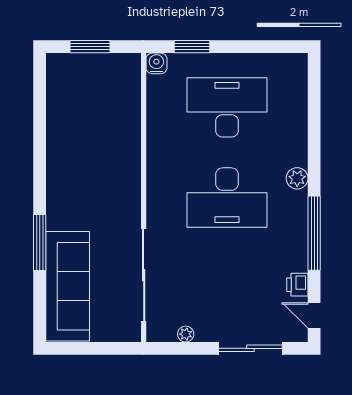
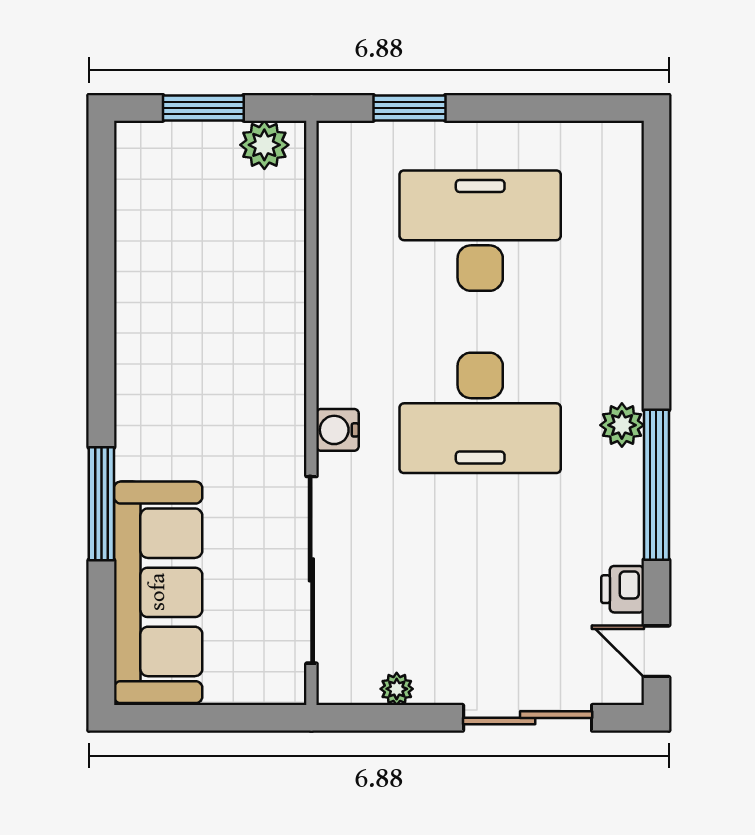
water cooler: (156, 63) -> (338, 430), moved, turned -90
plant: (120, 65) -> (264, 145), added
plant: (297, 178) -> (622, 425), moved

